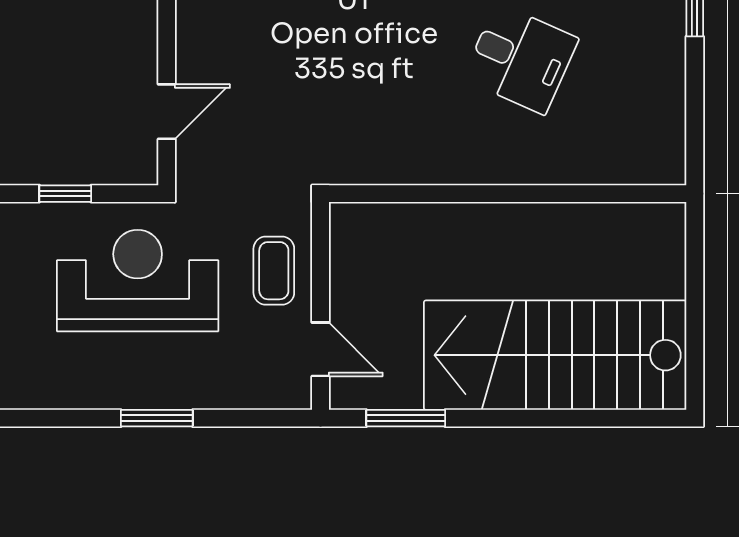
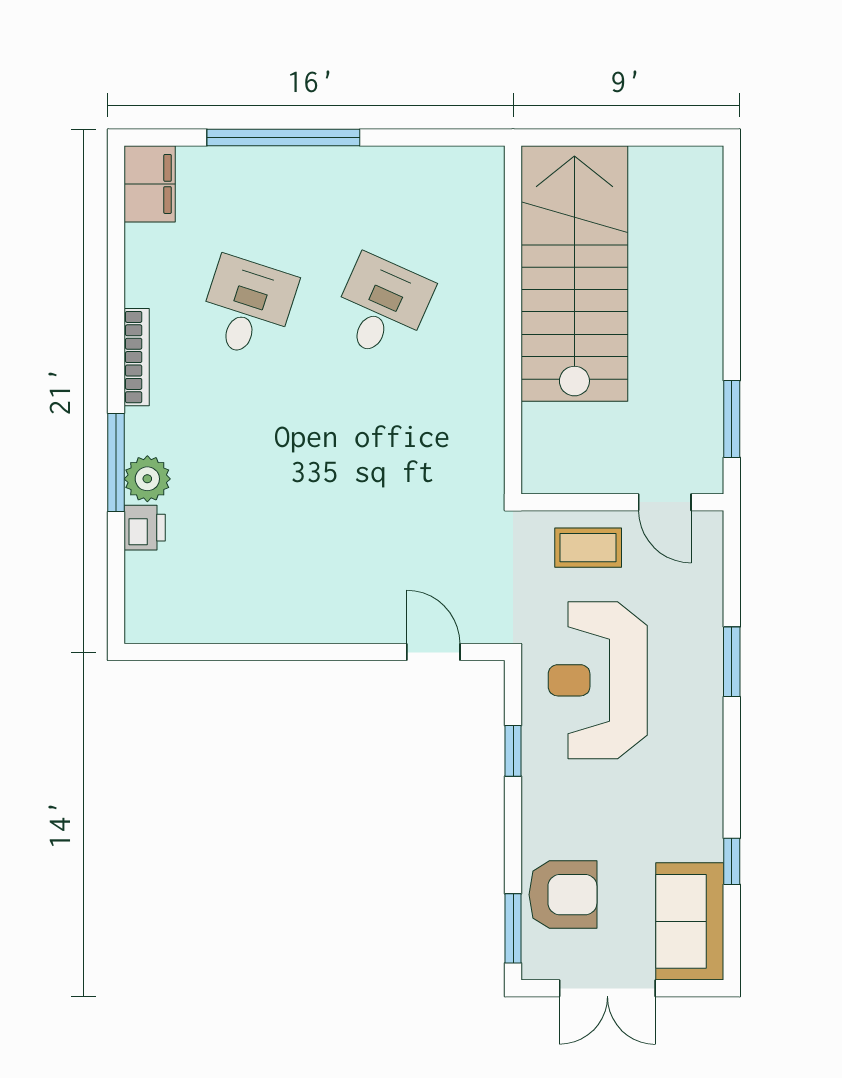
door: (320, 349) -> (665, 502), swing flipped
stairs: (555, 355) -> (574, 274), moved, turned 180

